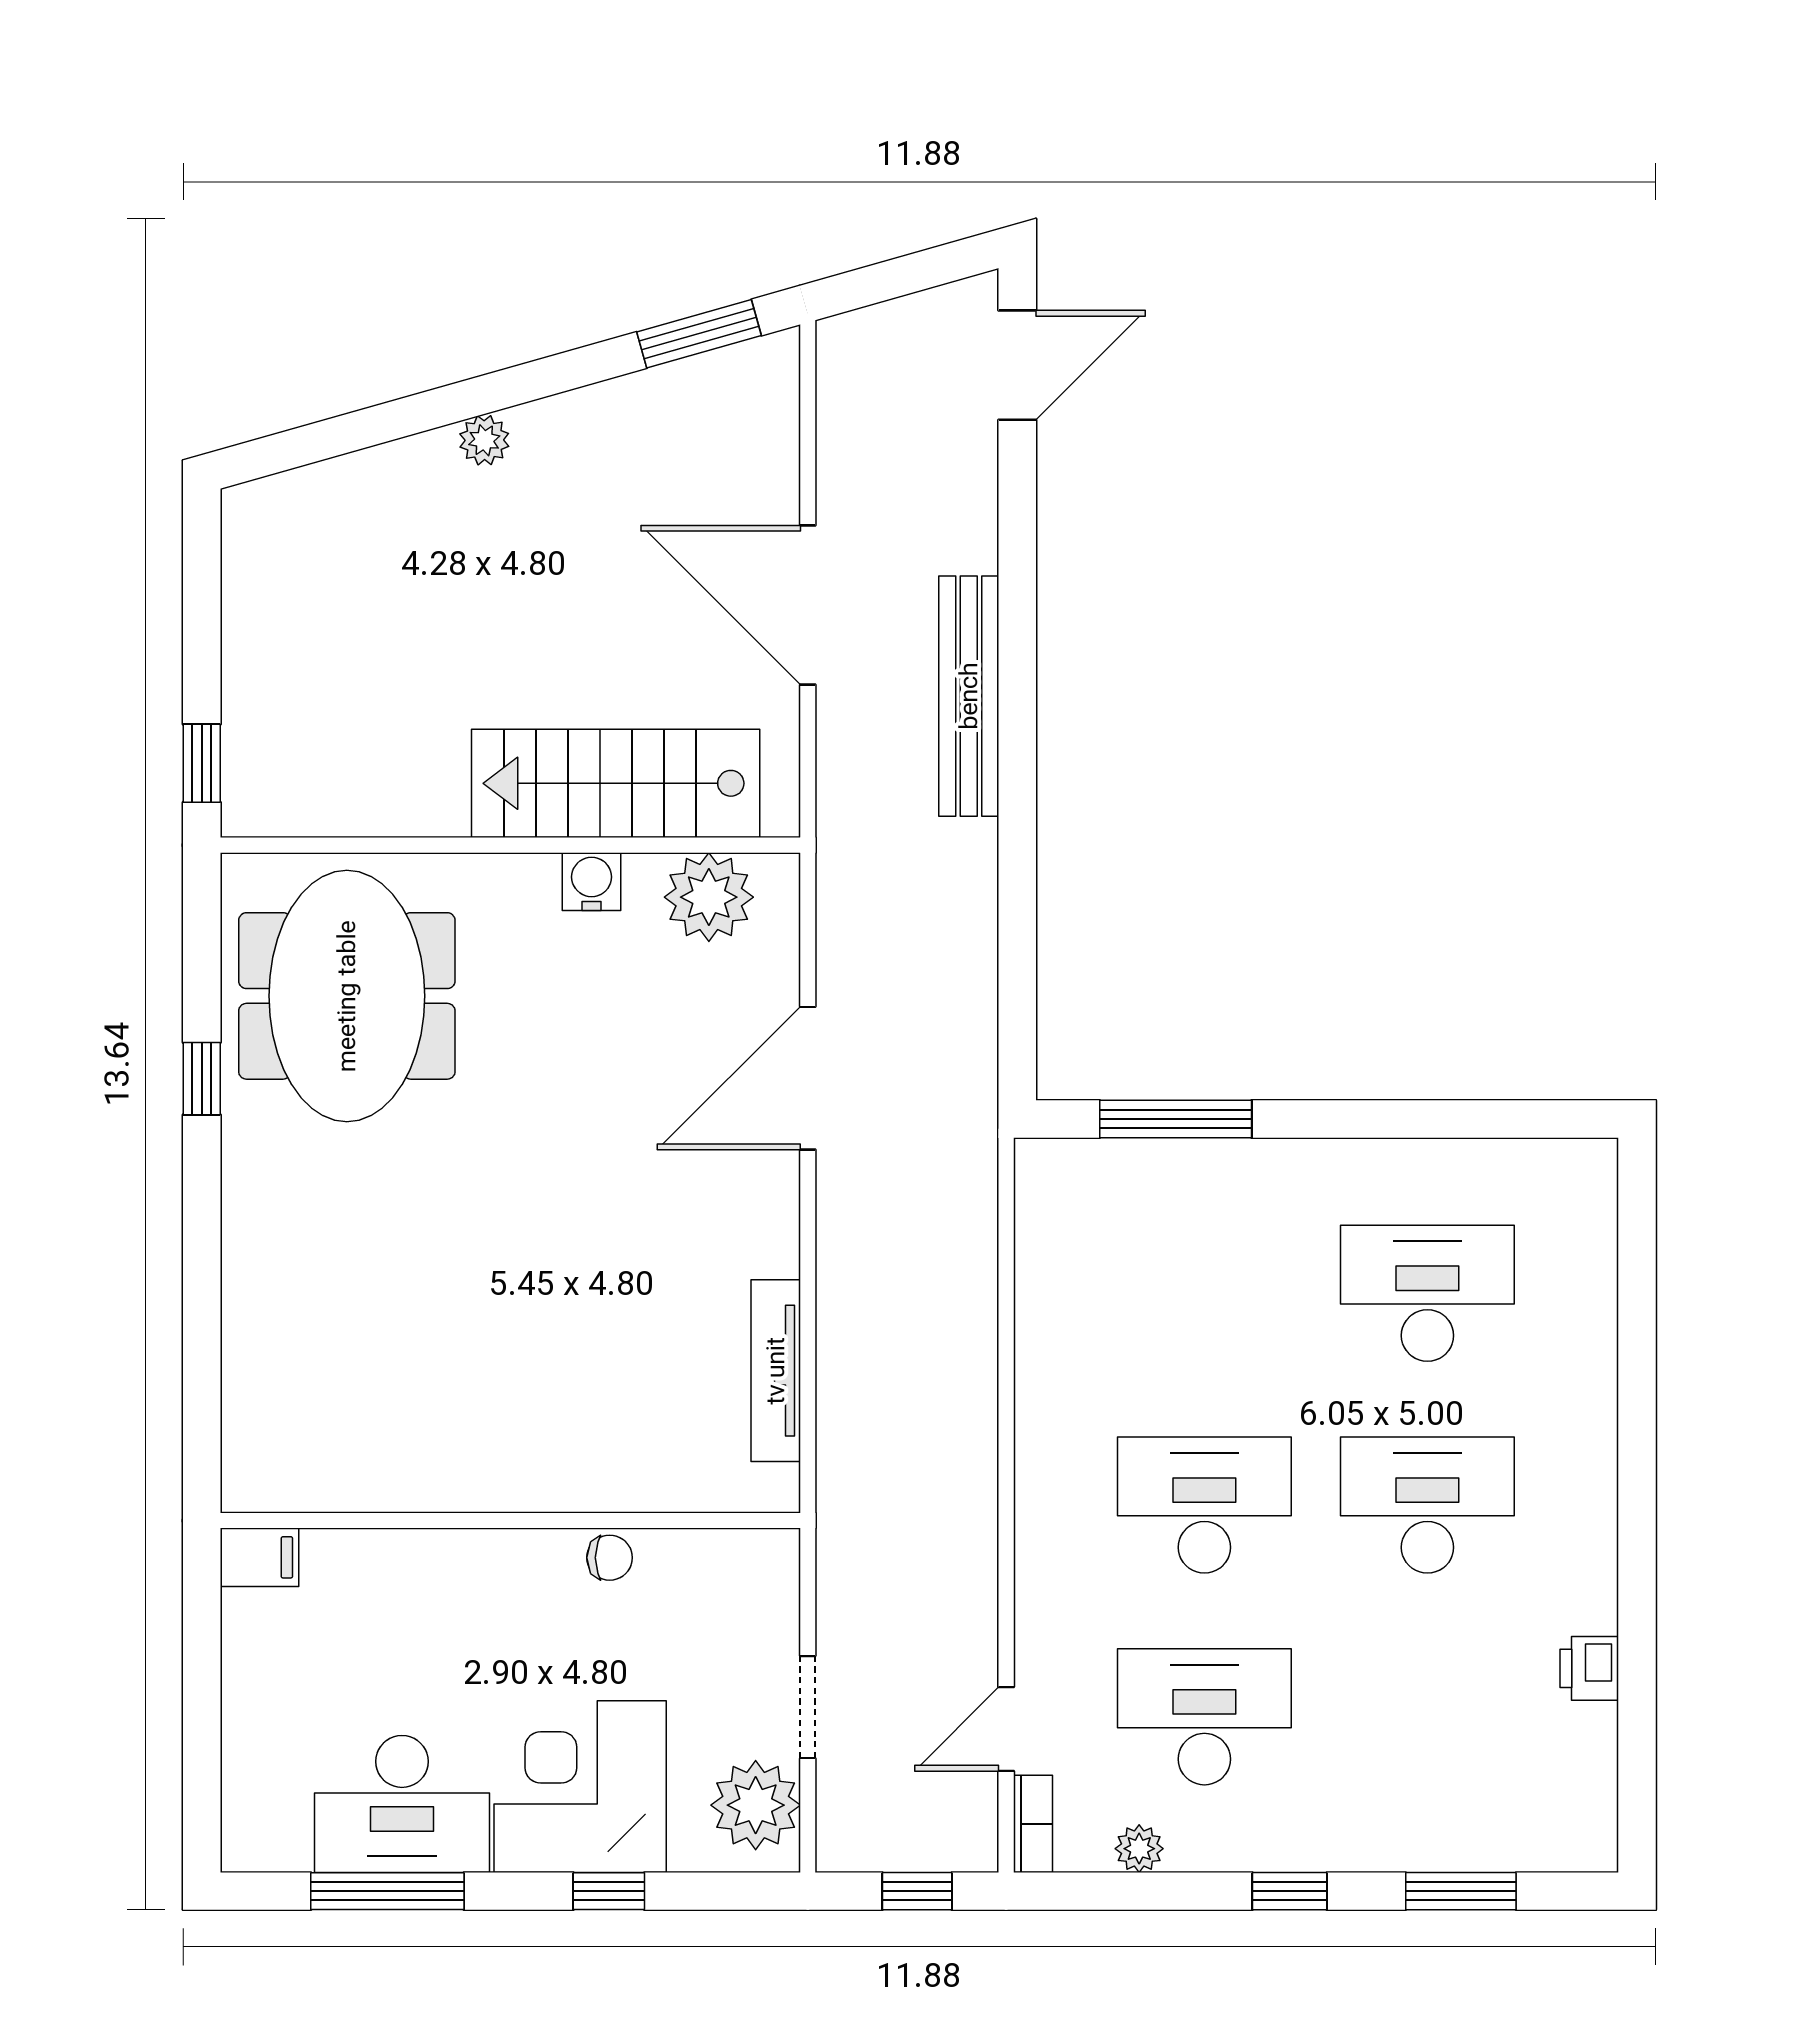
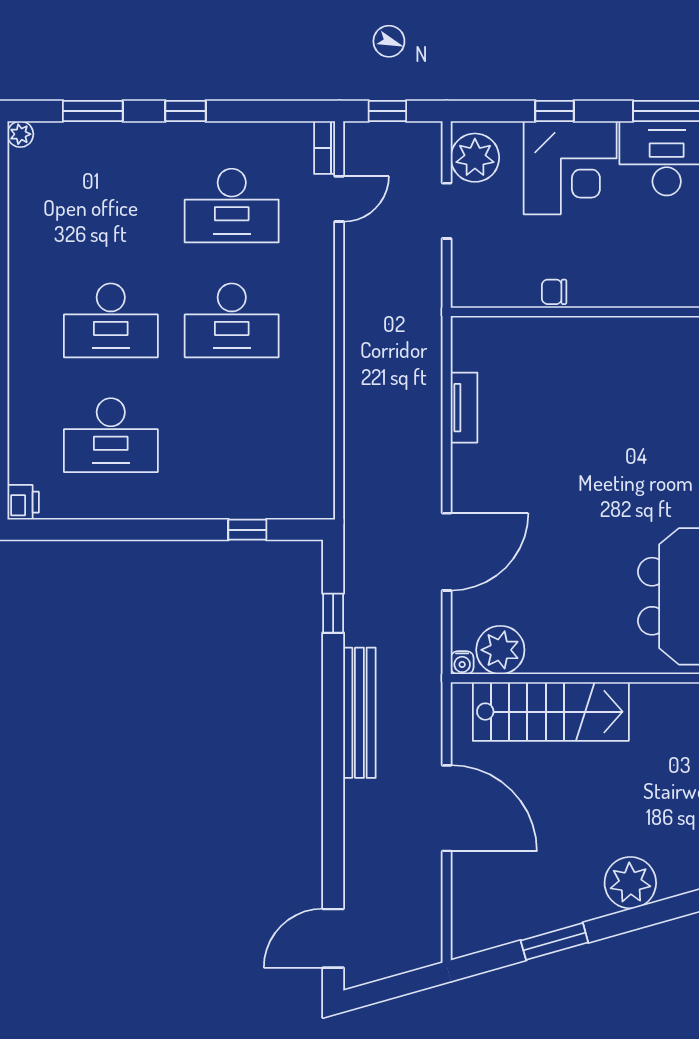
window: (699, 334) -> (554, 941), moved
plant: (484, 440) -> (630, 883), width x1.87, depth x1.87
bench: (969, 696) -> (359, 713), moved
water cooler: (592, 882) -> (462, 663), moved, width x0.72, depth x0.72
window: (1017, 965) -> (333, 613), added
window: (1176, 1119) -> (247, 530), width x0.46
tv unit: (776, 1371) -> (464, 408), width x0.71
printer: (1589, 1668) -> (23, 502), moved
plant: (1139, 1849) -> (20, 134), moved

